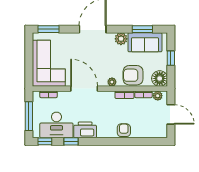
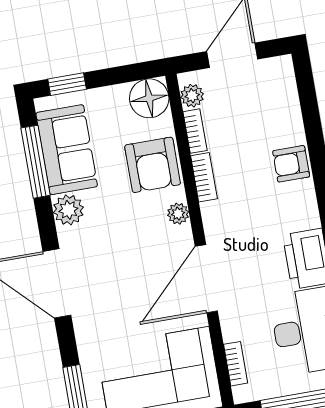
window: (142, 29) -> (36, 162), width x1.44
window: (171, 58) -> (67, 84), moved

